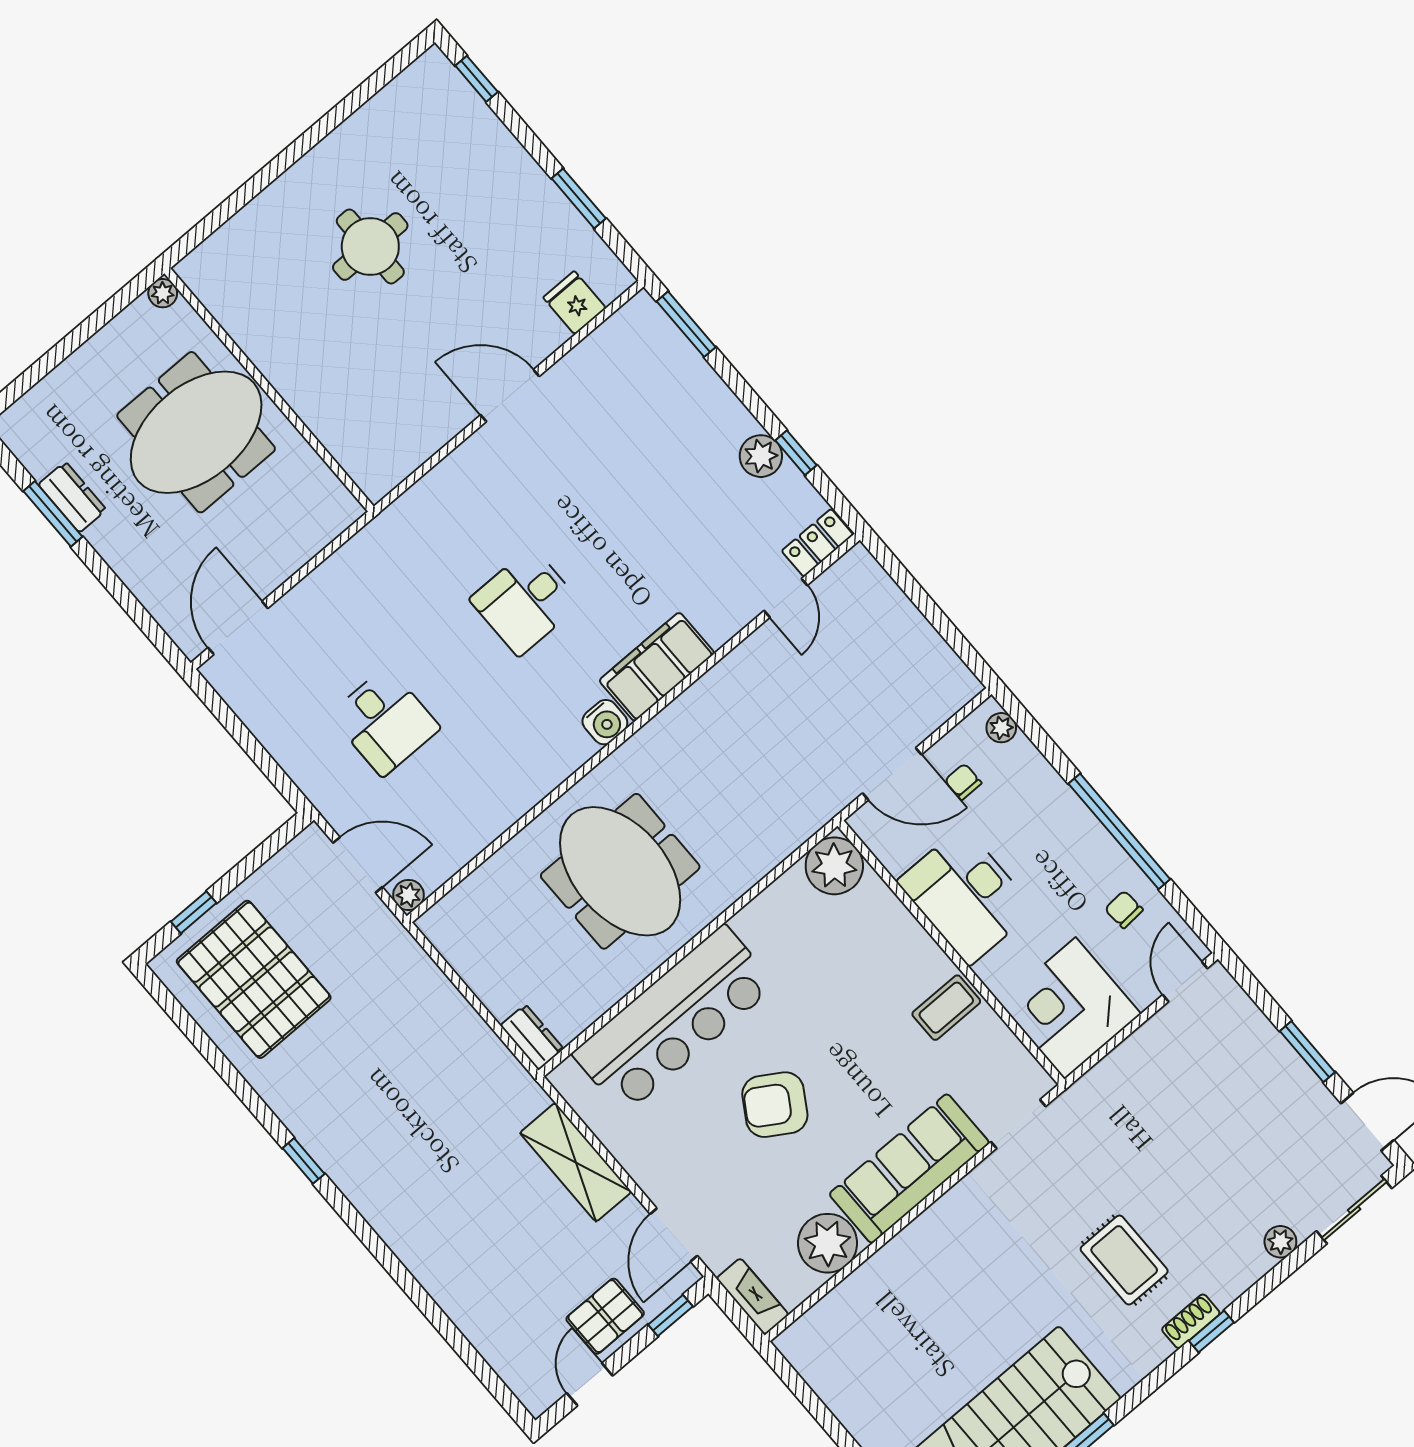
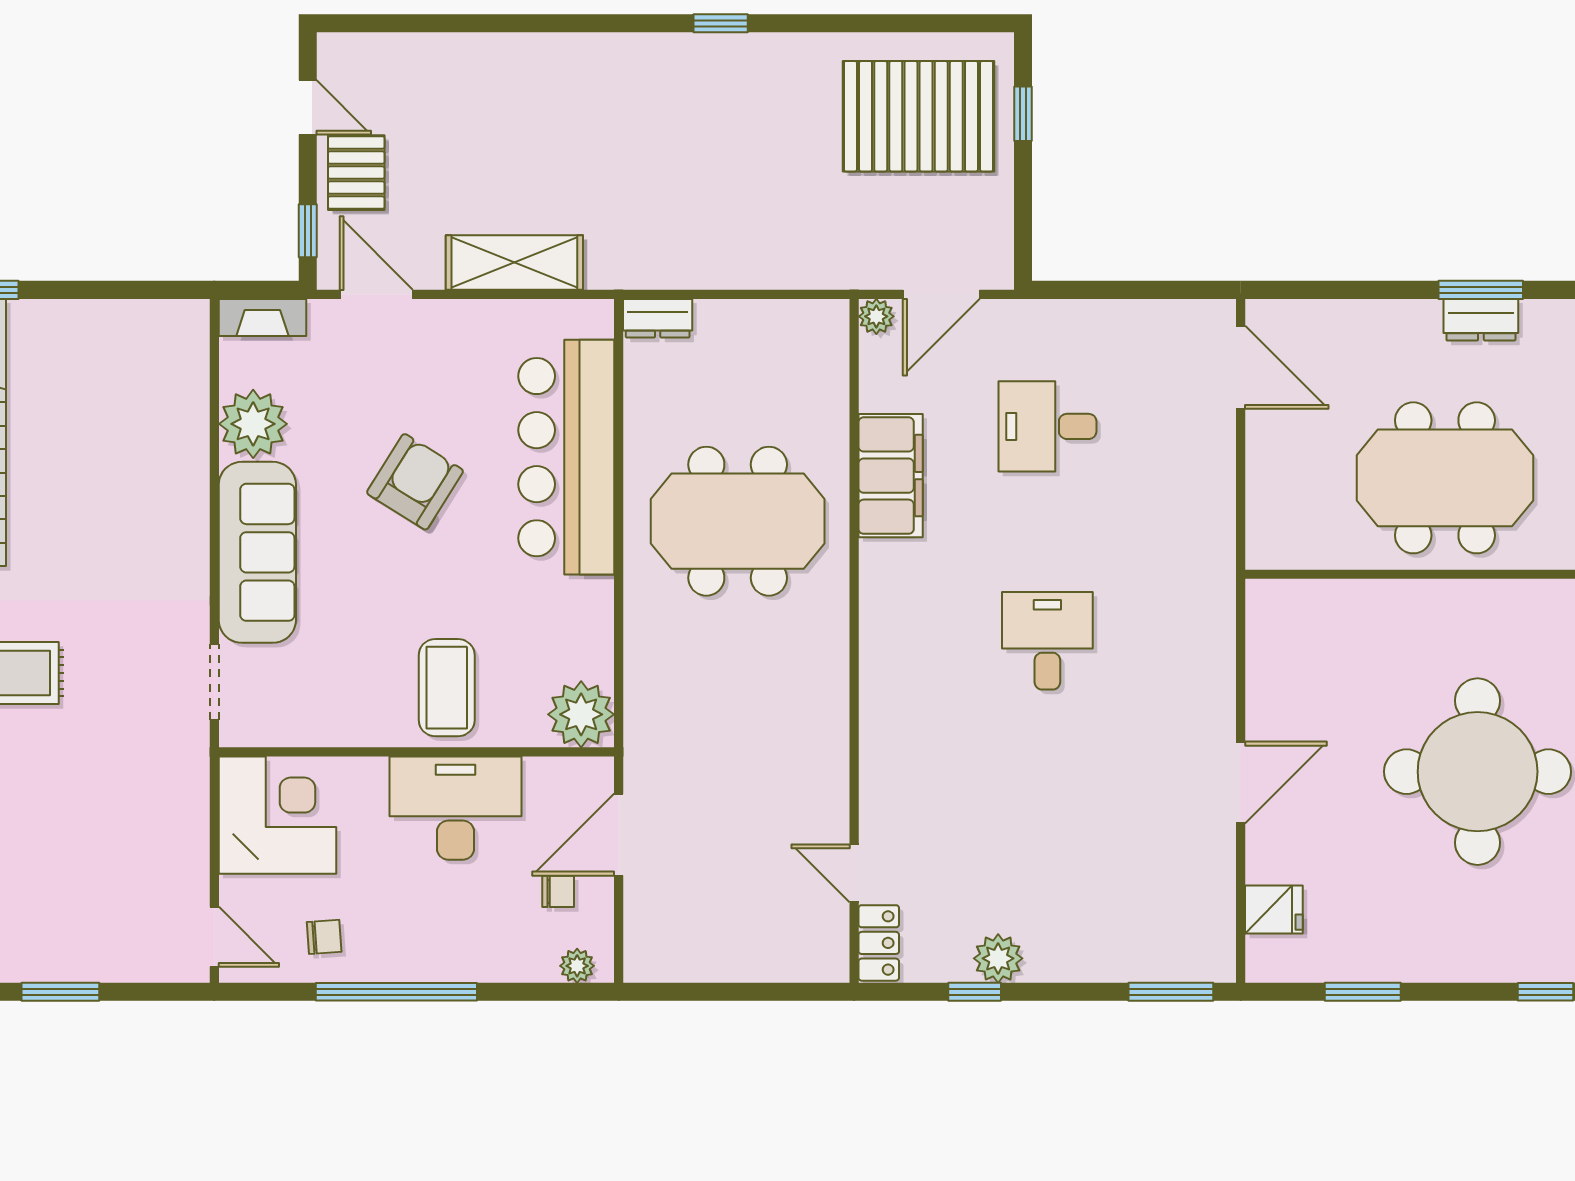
round table: (370, 246) -> (1478, 772), width x1.86, depth x1.86
meeting table: (196, 432) -> (1445, 478), turned 90
filing cabinet: (657, 667) -> (891, 476), moved
water cooler: (605, 722) -> (881, 620), removed
coffee table: (946, 1008) -> (447, 688), moved, width x1.36, depth x1.30

